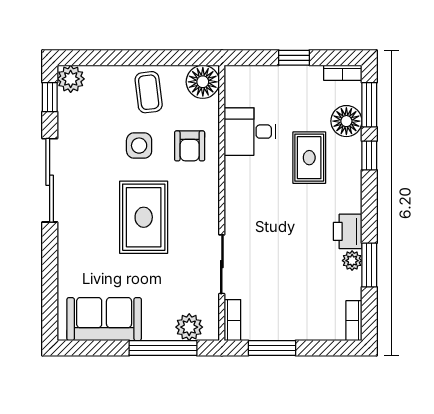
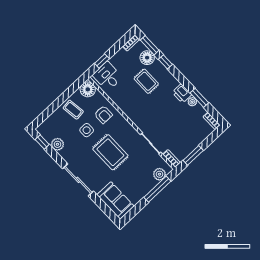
window: (294, 58) -> (102, 61), moved
plant: (71, 79) -> (57, 144), moved
desk: (250, 132) -> (108, 76), moved, turned 90
sliding door: (50, 180) -> (78, 180), moved
sofa: (104, 319) -> (115, 200), moved, turned 90

